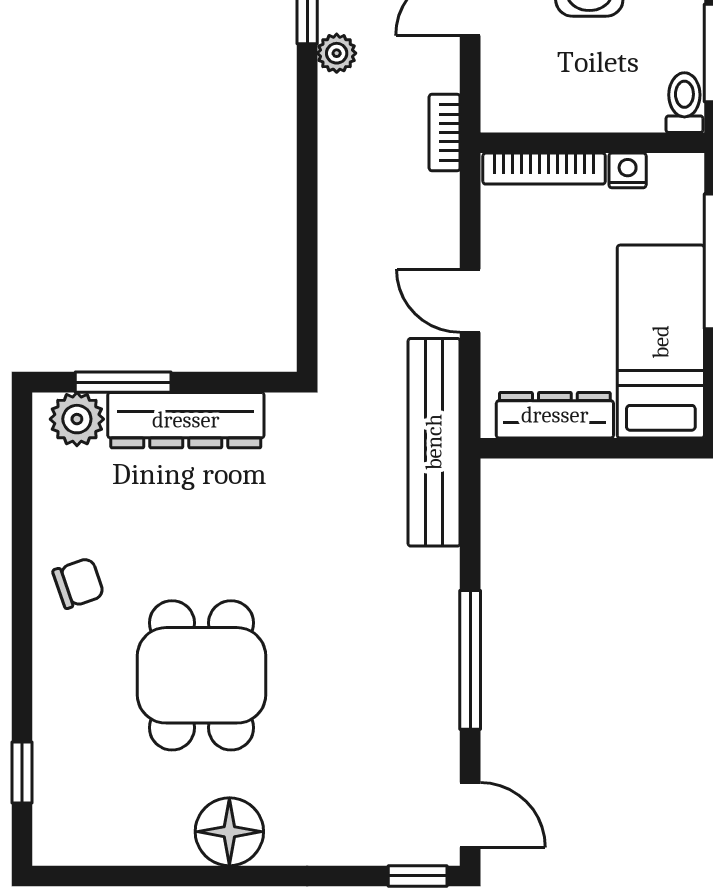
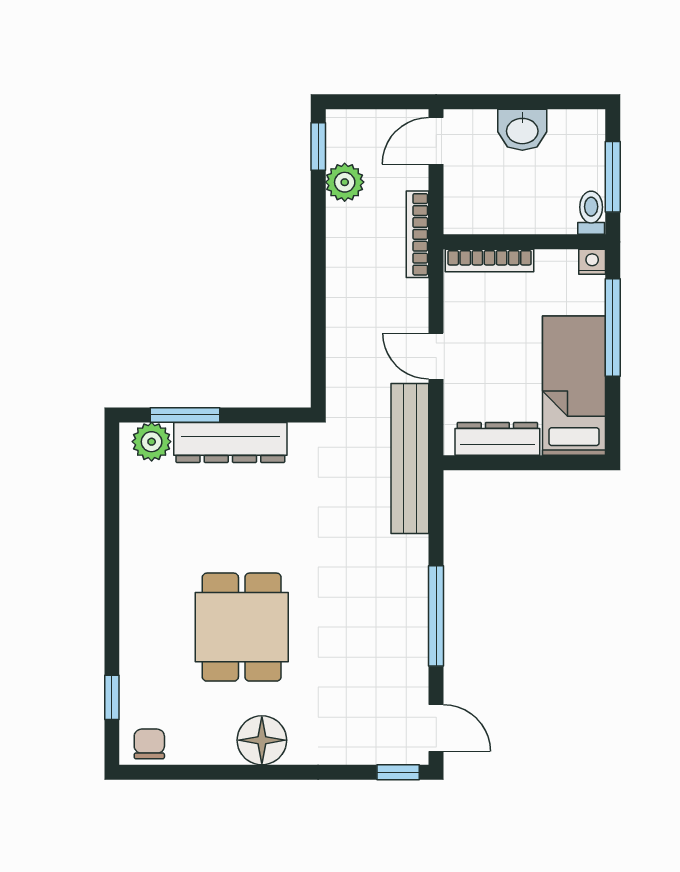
plant: (337, 53) -> (345, 182), width x1.38, depth x1.38
bookcase: (445, 132) -> (418, 234), width x1.56
nightstand: (628, 170) -> (592, 262), moved
chair: (78, 583) -> (149, 744), moved, turned -71

